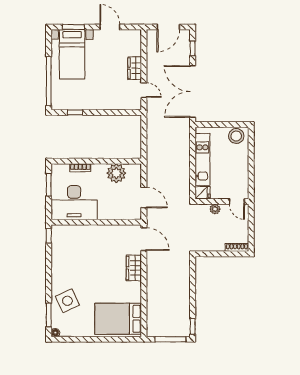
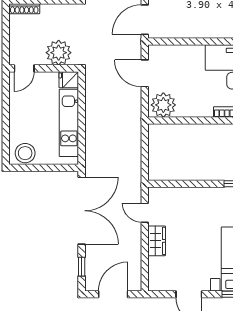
plant: (116, 173) -> (163, 105), moved
door: (237, 201) -> (24, 68), swing flipped
plant: (215, 209) -> (59, 53), width x1.87, depth x1.87
door: (144, 239) -> (145, 20), hinge flipped

